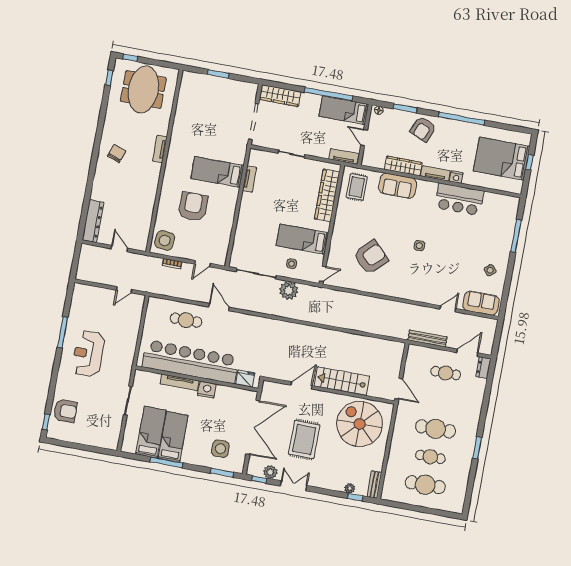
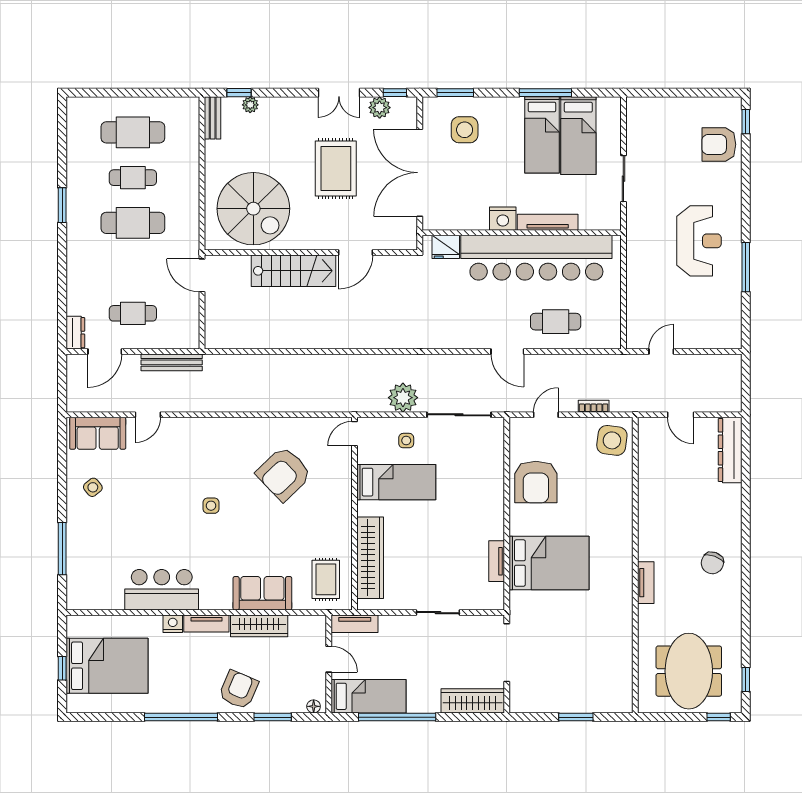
bed: (217, 172) -> (549, 563), width x1.50
armchair: (193, 207) -> (536, 482), moved

